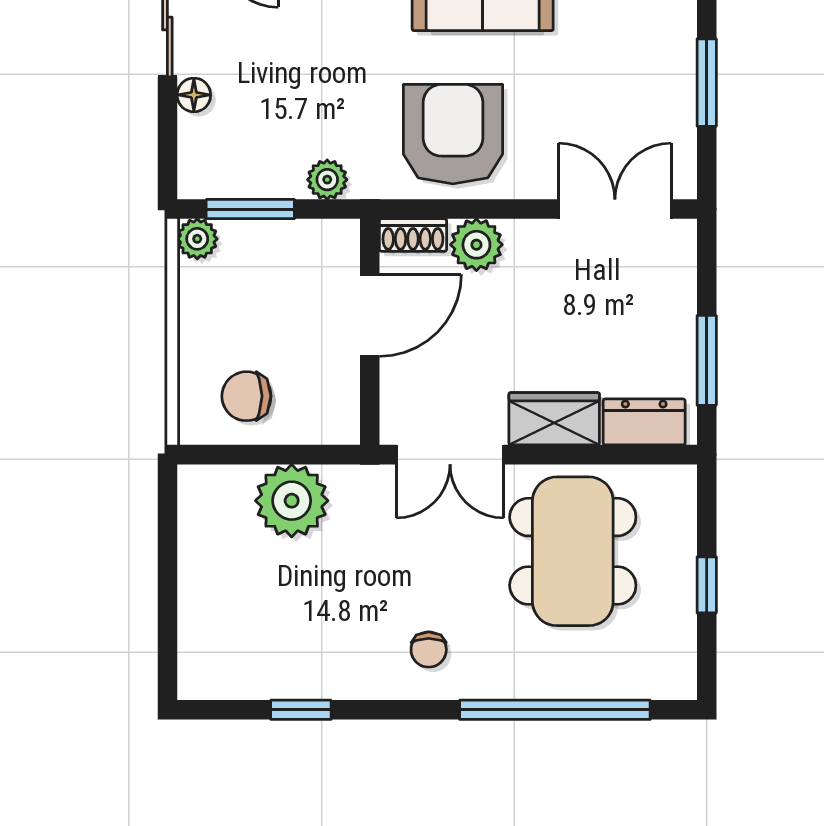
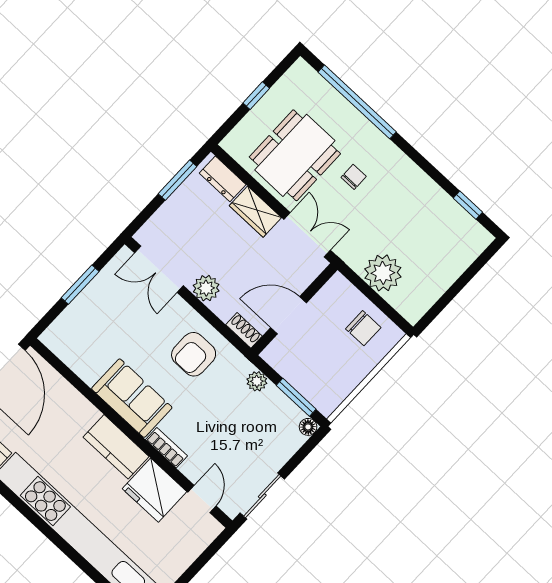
floor lamp: (194, 95) -> (308, 427), moved
armchair: (453, 134) -> (194, 354), width x0.73, depth x0.73
plant: (197, 239) -> (327, 405), removed
plant: (476, 245) -> (206, 288), moved
chair: (429, 650) -> (354, 177), moved
window: (301, 710) -> (468, 205), moved

